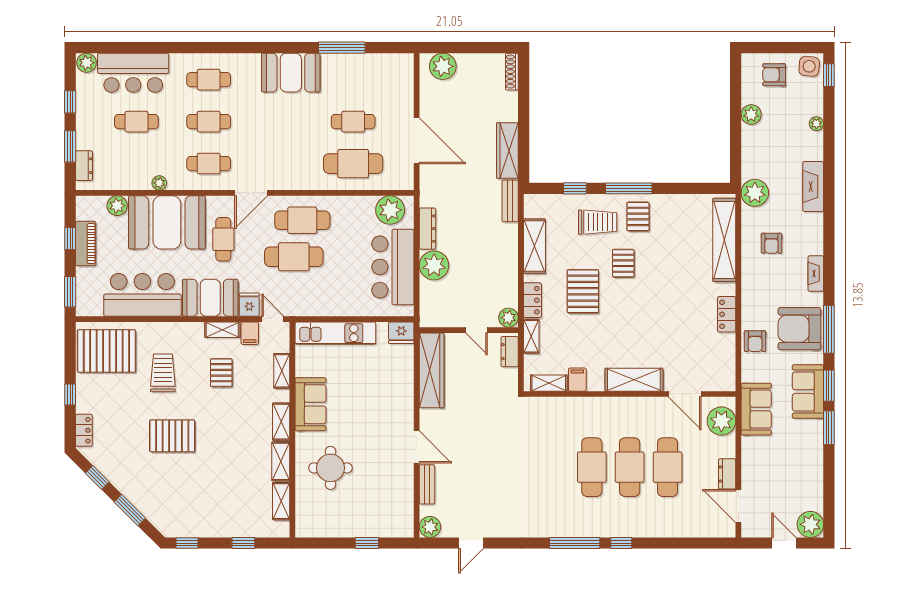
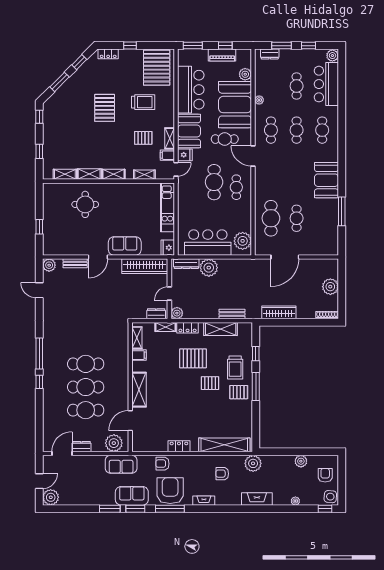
plant: (443, 66) -> (330, 287), moved
bench: (510, 201) -> (232, 314), moved
cafe table: (302, 220) -> (236, 187), width x0.73, depth x0.74
dresser: (428, 229) -> (186, 264), moved
sofa: (310, 404) -> (125, 246), moved, turned 180

